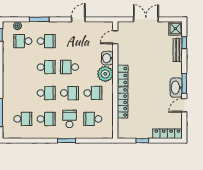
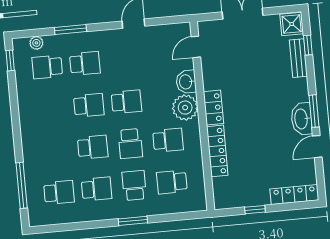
school desk: (69, 67) -> (126, 102), turned 180
school desk: (69, 93) -> (130, 144), turned 90

